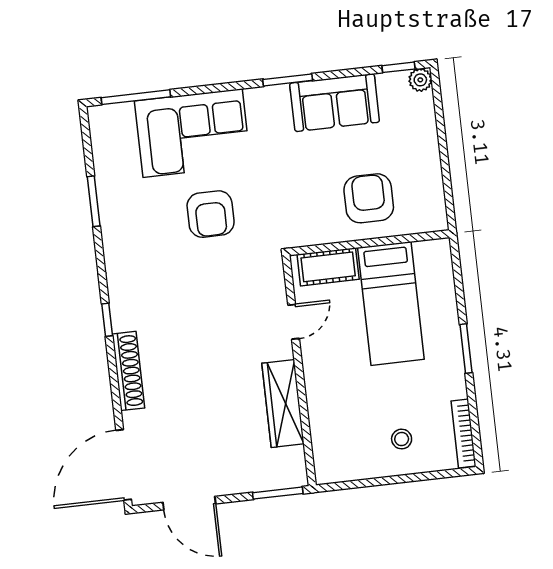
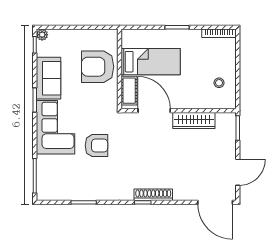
corner sofa: (193, 133) -> (56, 127), moved
armchair: (369, 198) -> (98, 67), width x1.36, depth x1.36
door: (294, 322) -> (154, 111), width x1.87
shoe rack: (128, 371) -> (153, 195), moved
stool: (402, 439) -> (219, 83), moved

